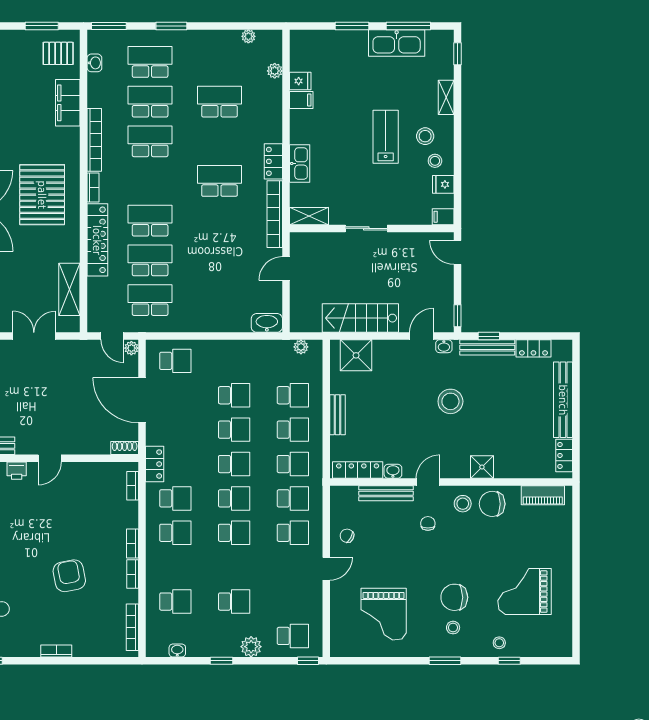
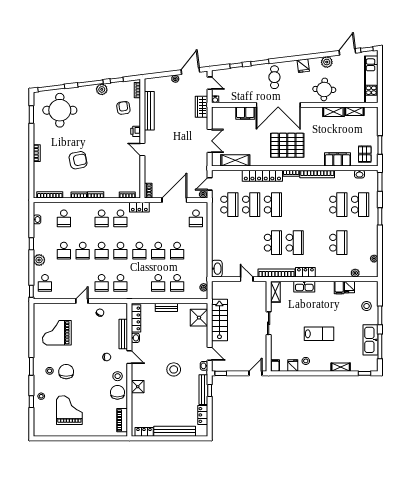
stool: (425, 136) -> (367, 306), moved
school desk: (150, 141) -> (273, 243), moved
school desk: (293, 464) -> (83, 251), moved
door: (326, 569) -> (82, 301), swing flipped

